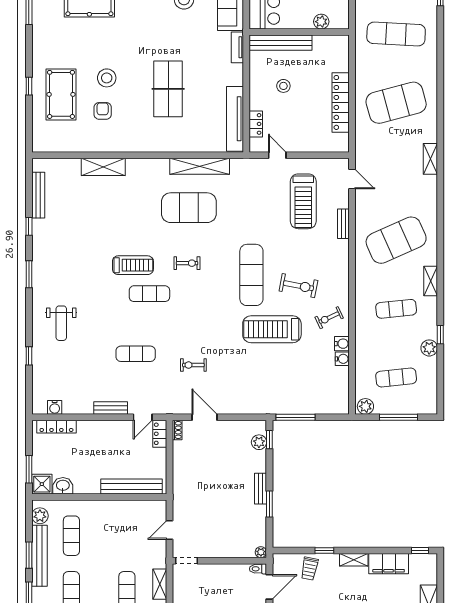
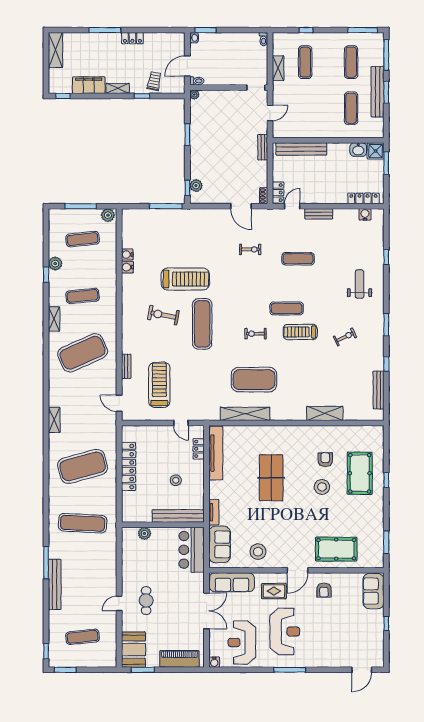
armchair: (103, 111) -> (325, 460), turned 180
exercise bike: (329, 318) -> (345, 337), moved
bench: (261, 489) -> (263, 147), moved
plant: (40, 516) -> (377, 125), removed

